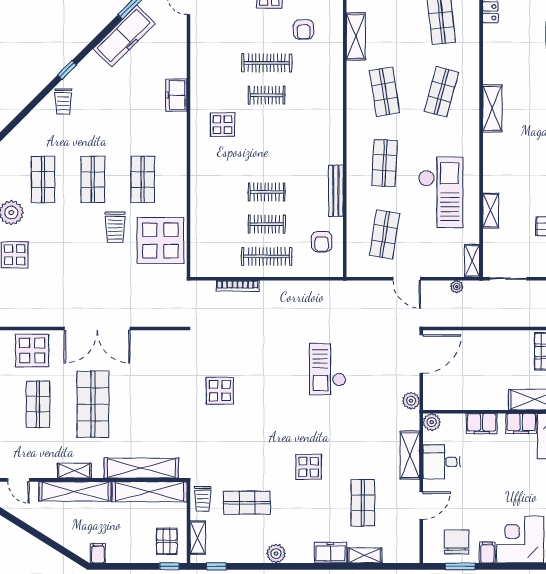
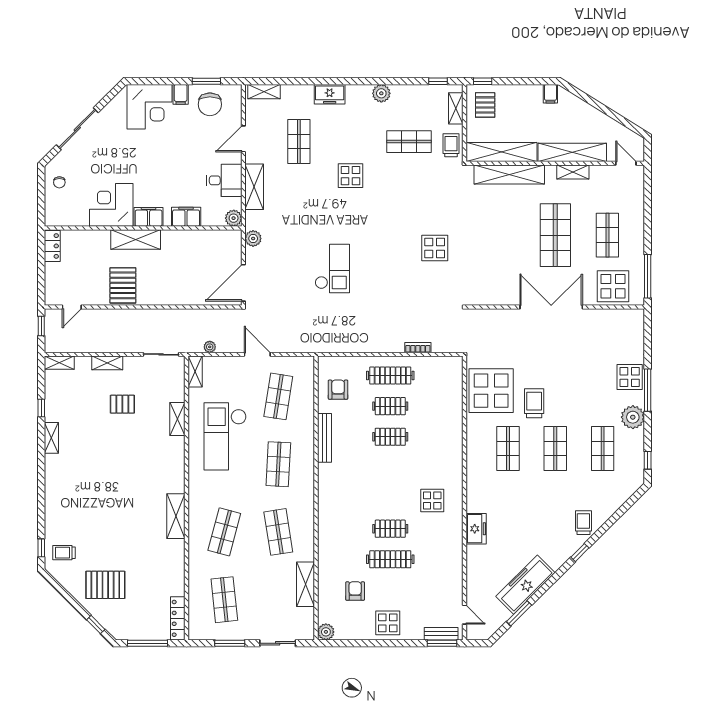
bookcase: (238, 286) -> (418, 348), width x0.64
shelving: (365, 555) -> (264, 92), moved

